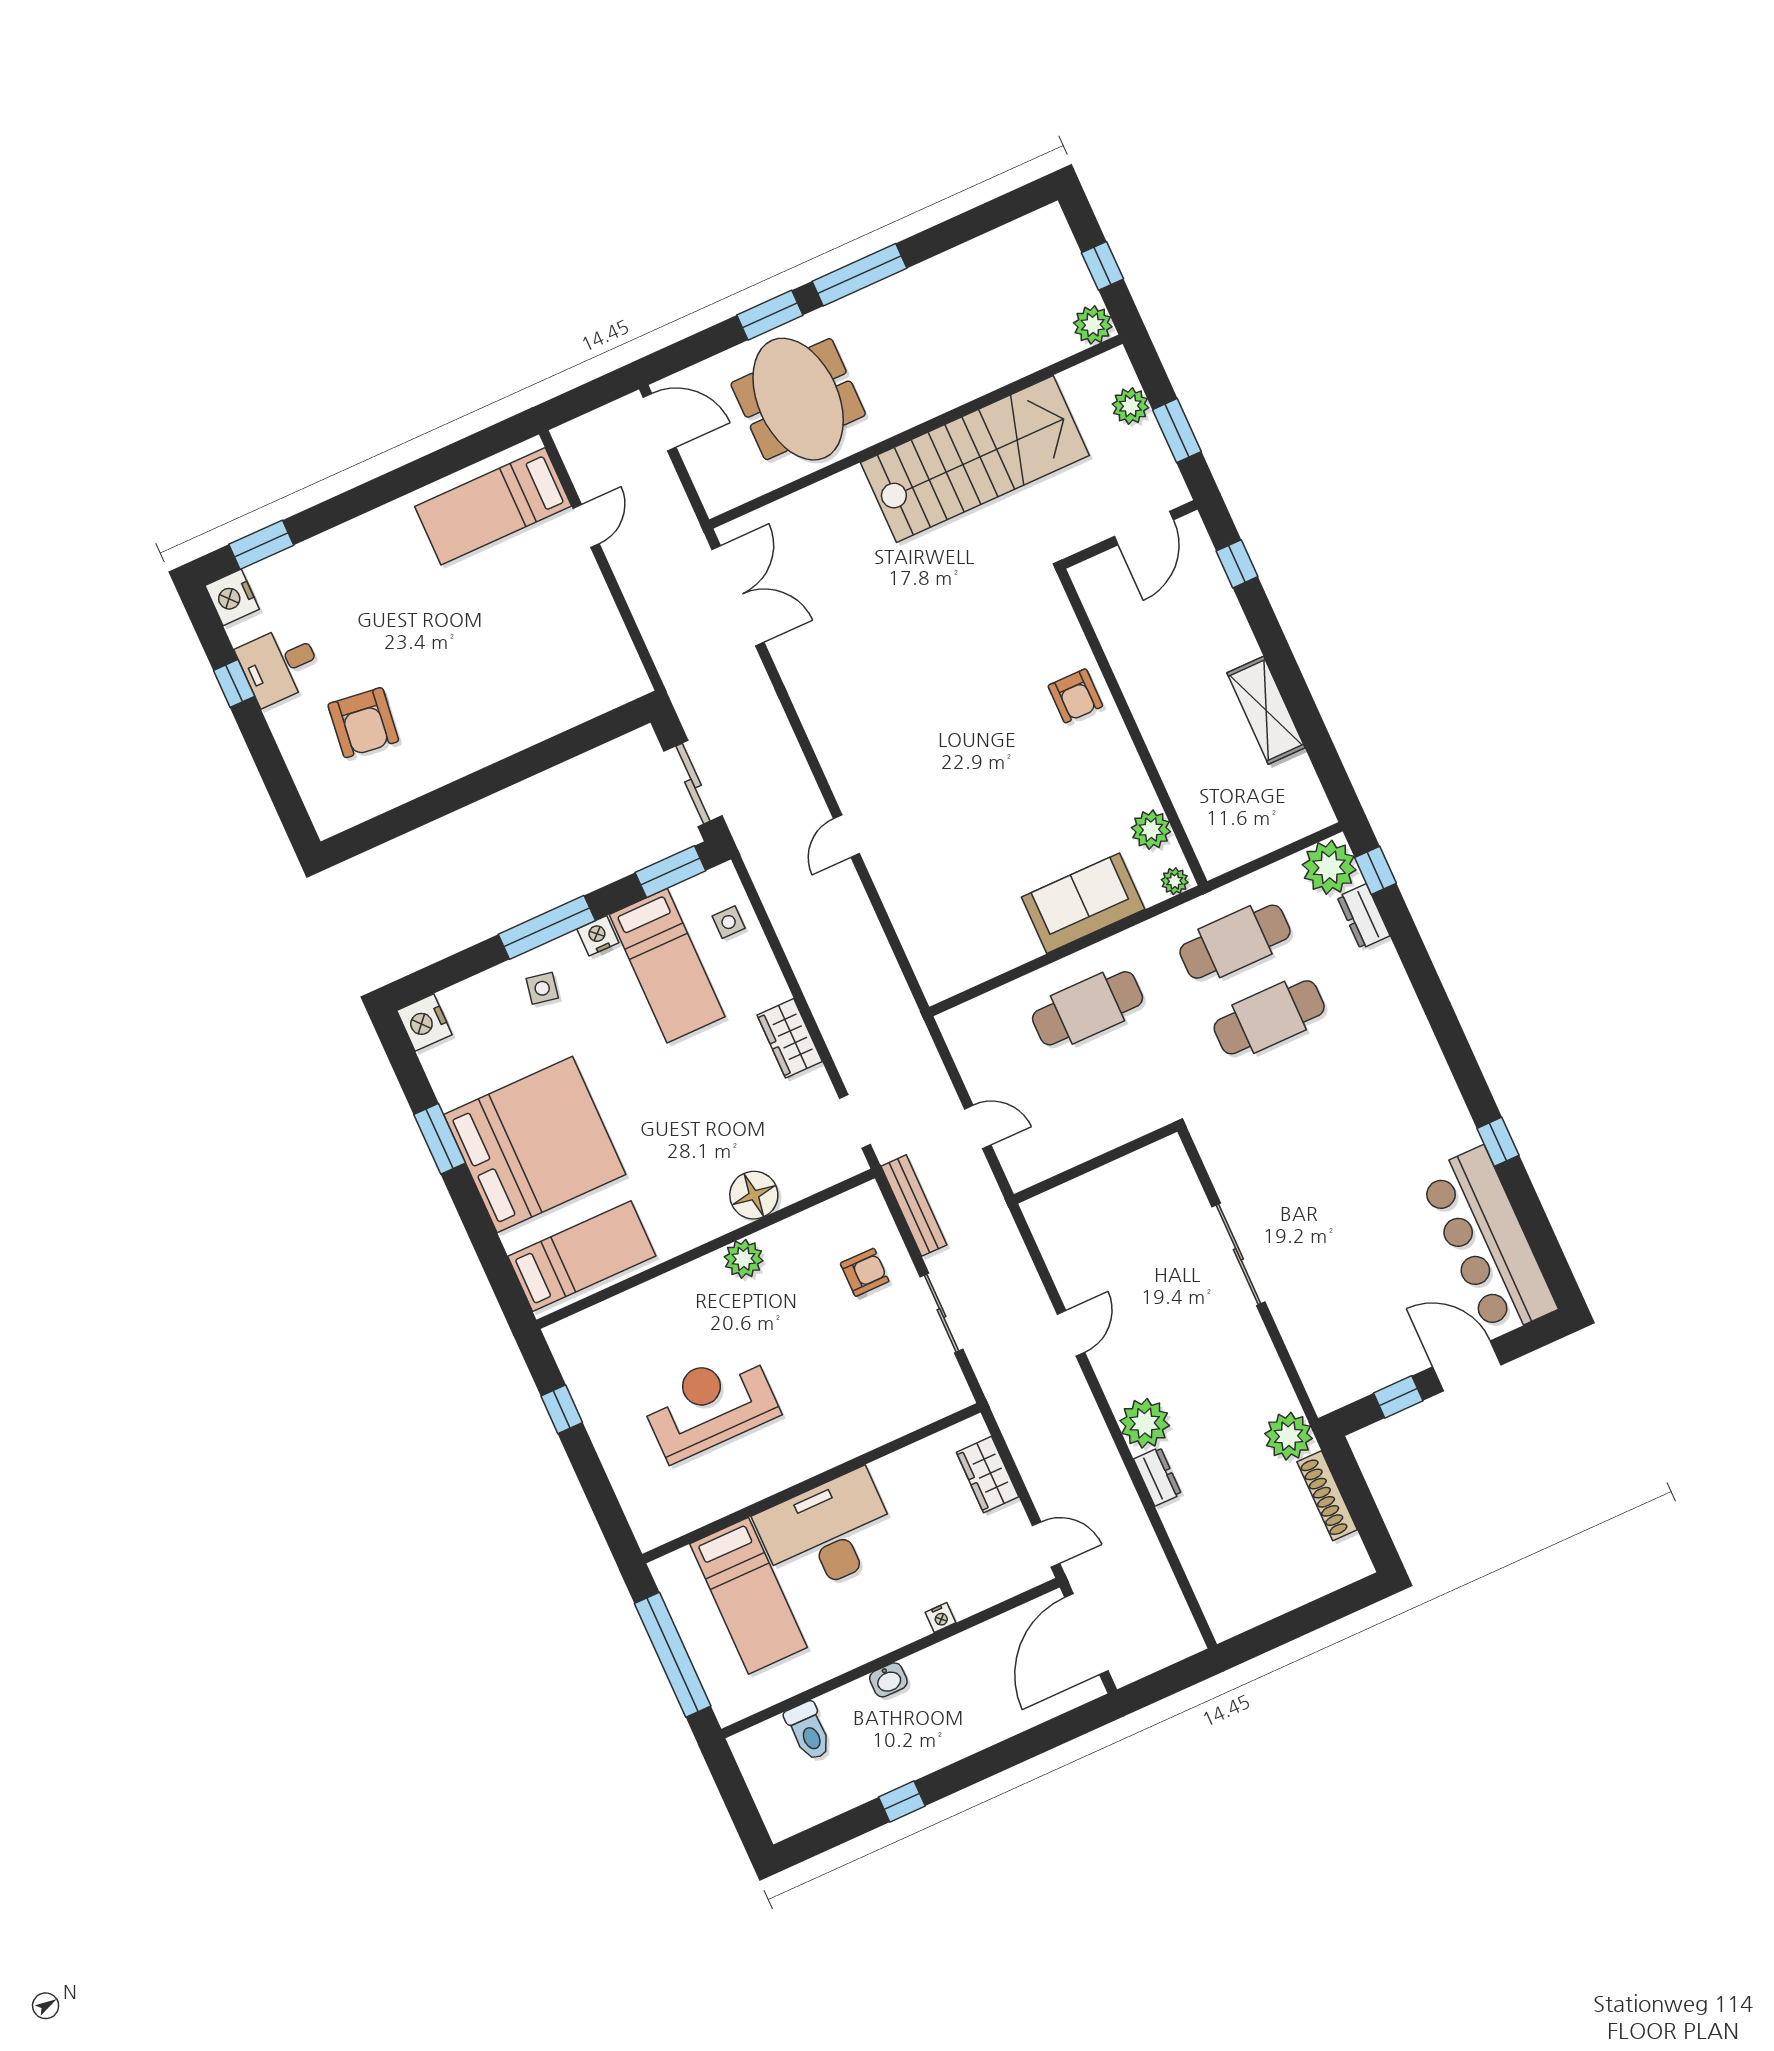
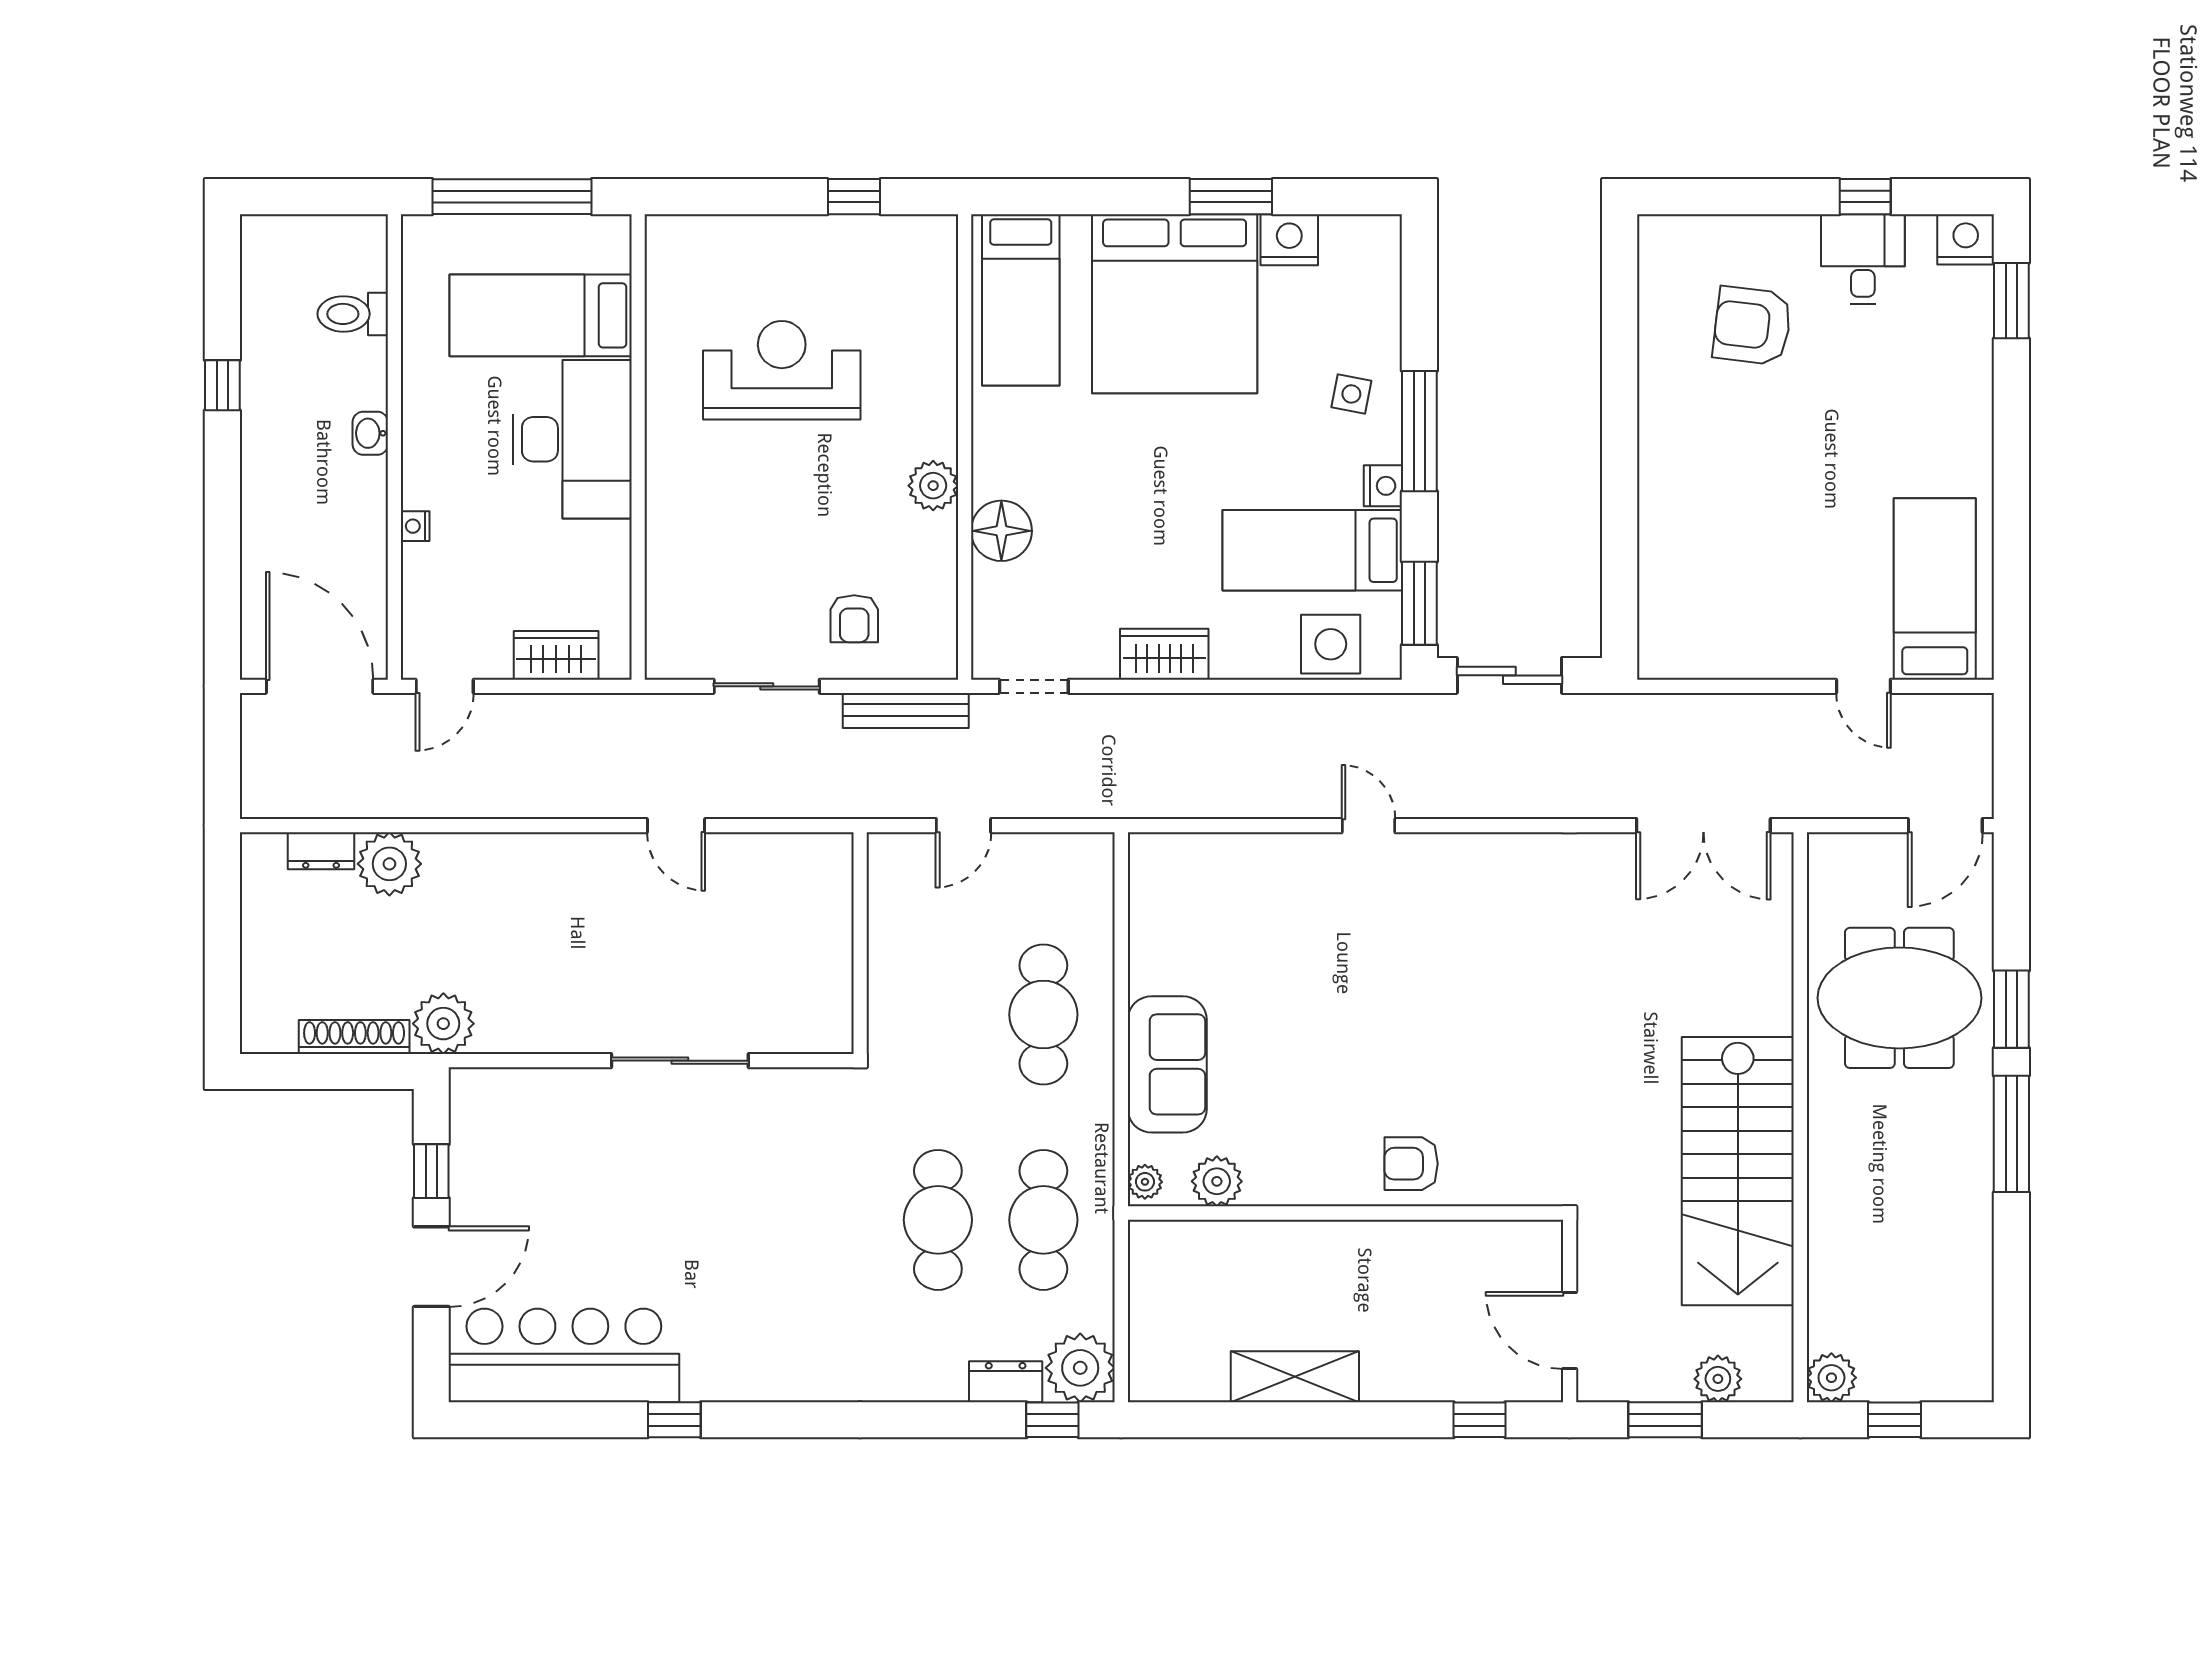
side table: (729, 922) -> (1331, 644), width x1.87, depth x1.87
nightstand: (424, 1023) -> (1289, 240), moved
reception desk: (710, 1405) -> (782, 370), turned -90
plant: (1145, 1423) -> (389, 864), moved
dresser: (1157, 1477) -> (321, 851), moved

